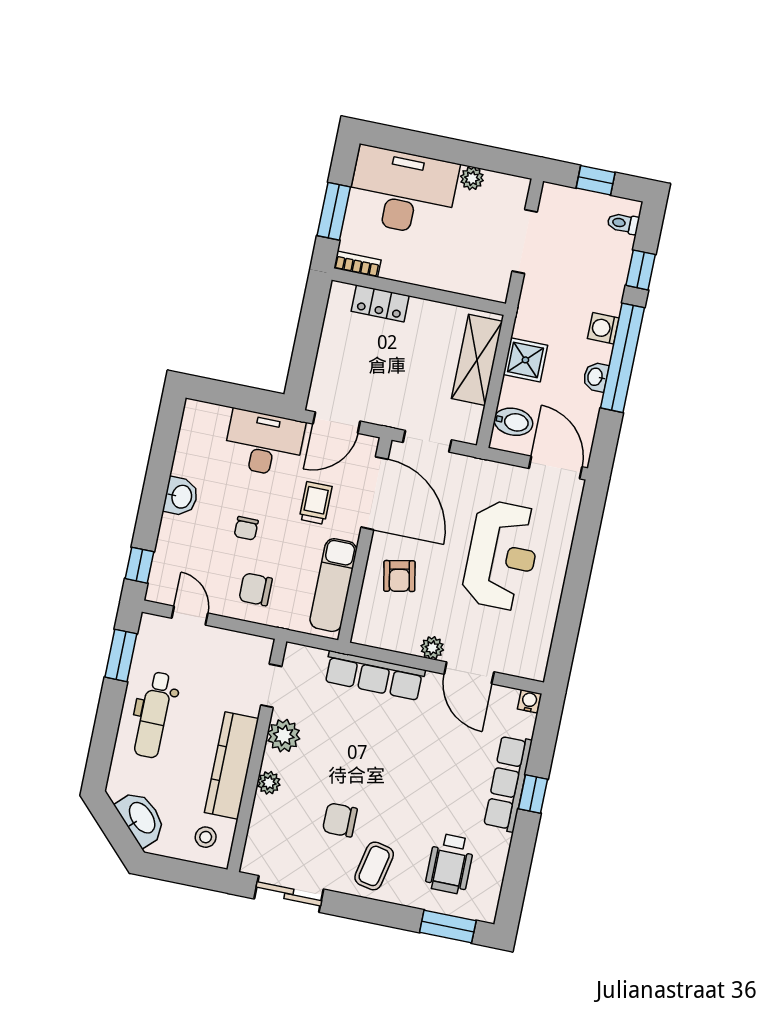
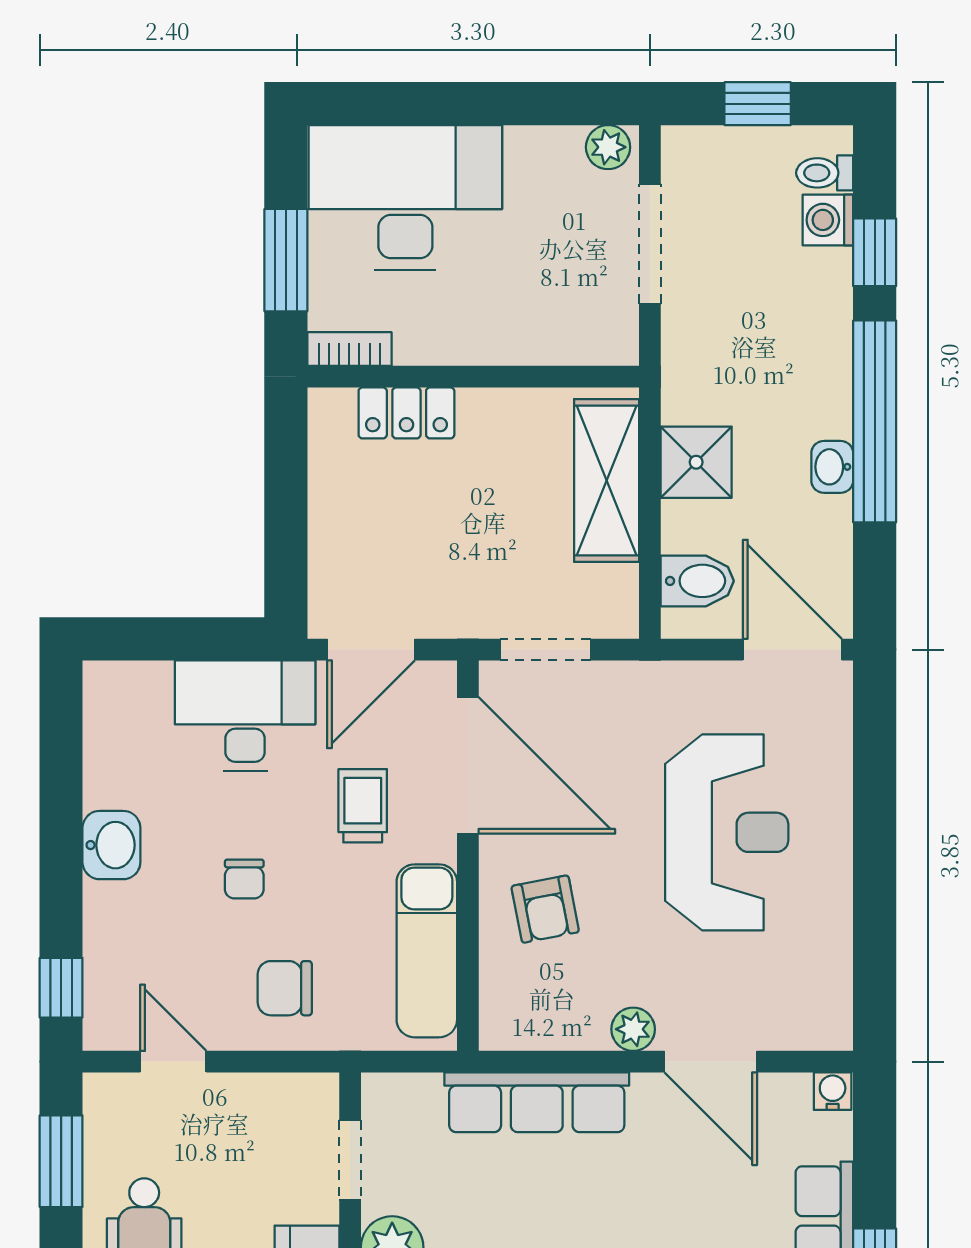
plant: (472, 178) -> (608, 147), moved
washing machine: (603, 328) -> (828, 220), moved

